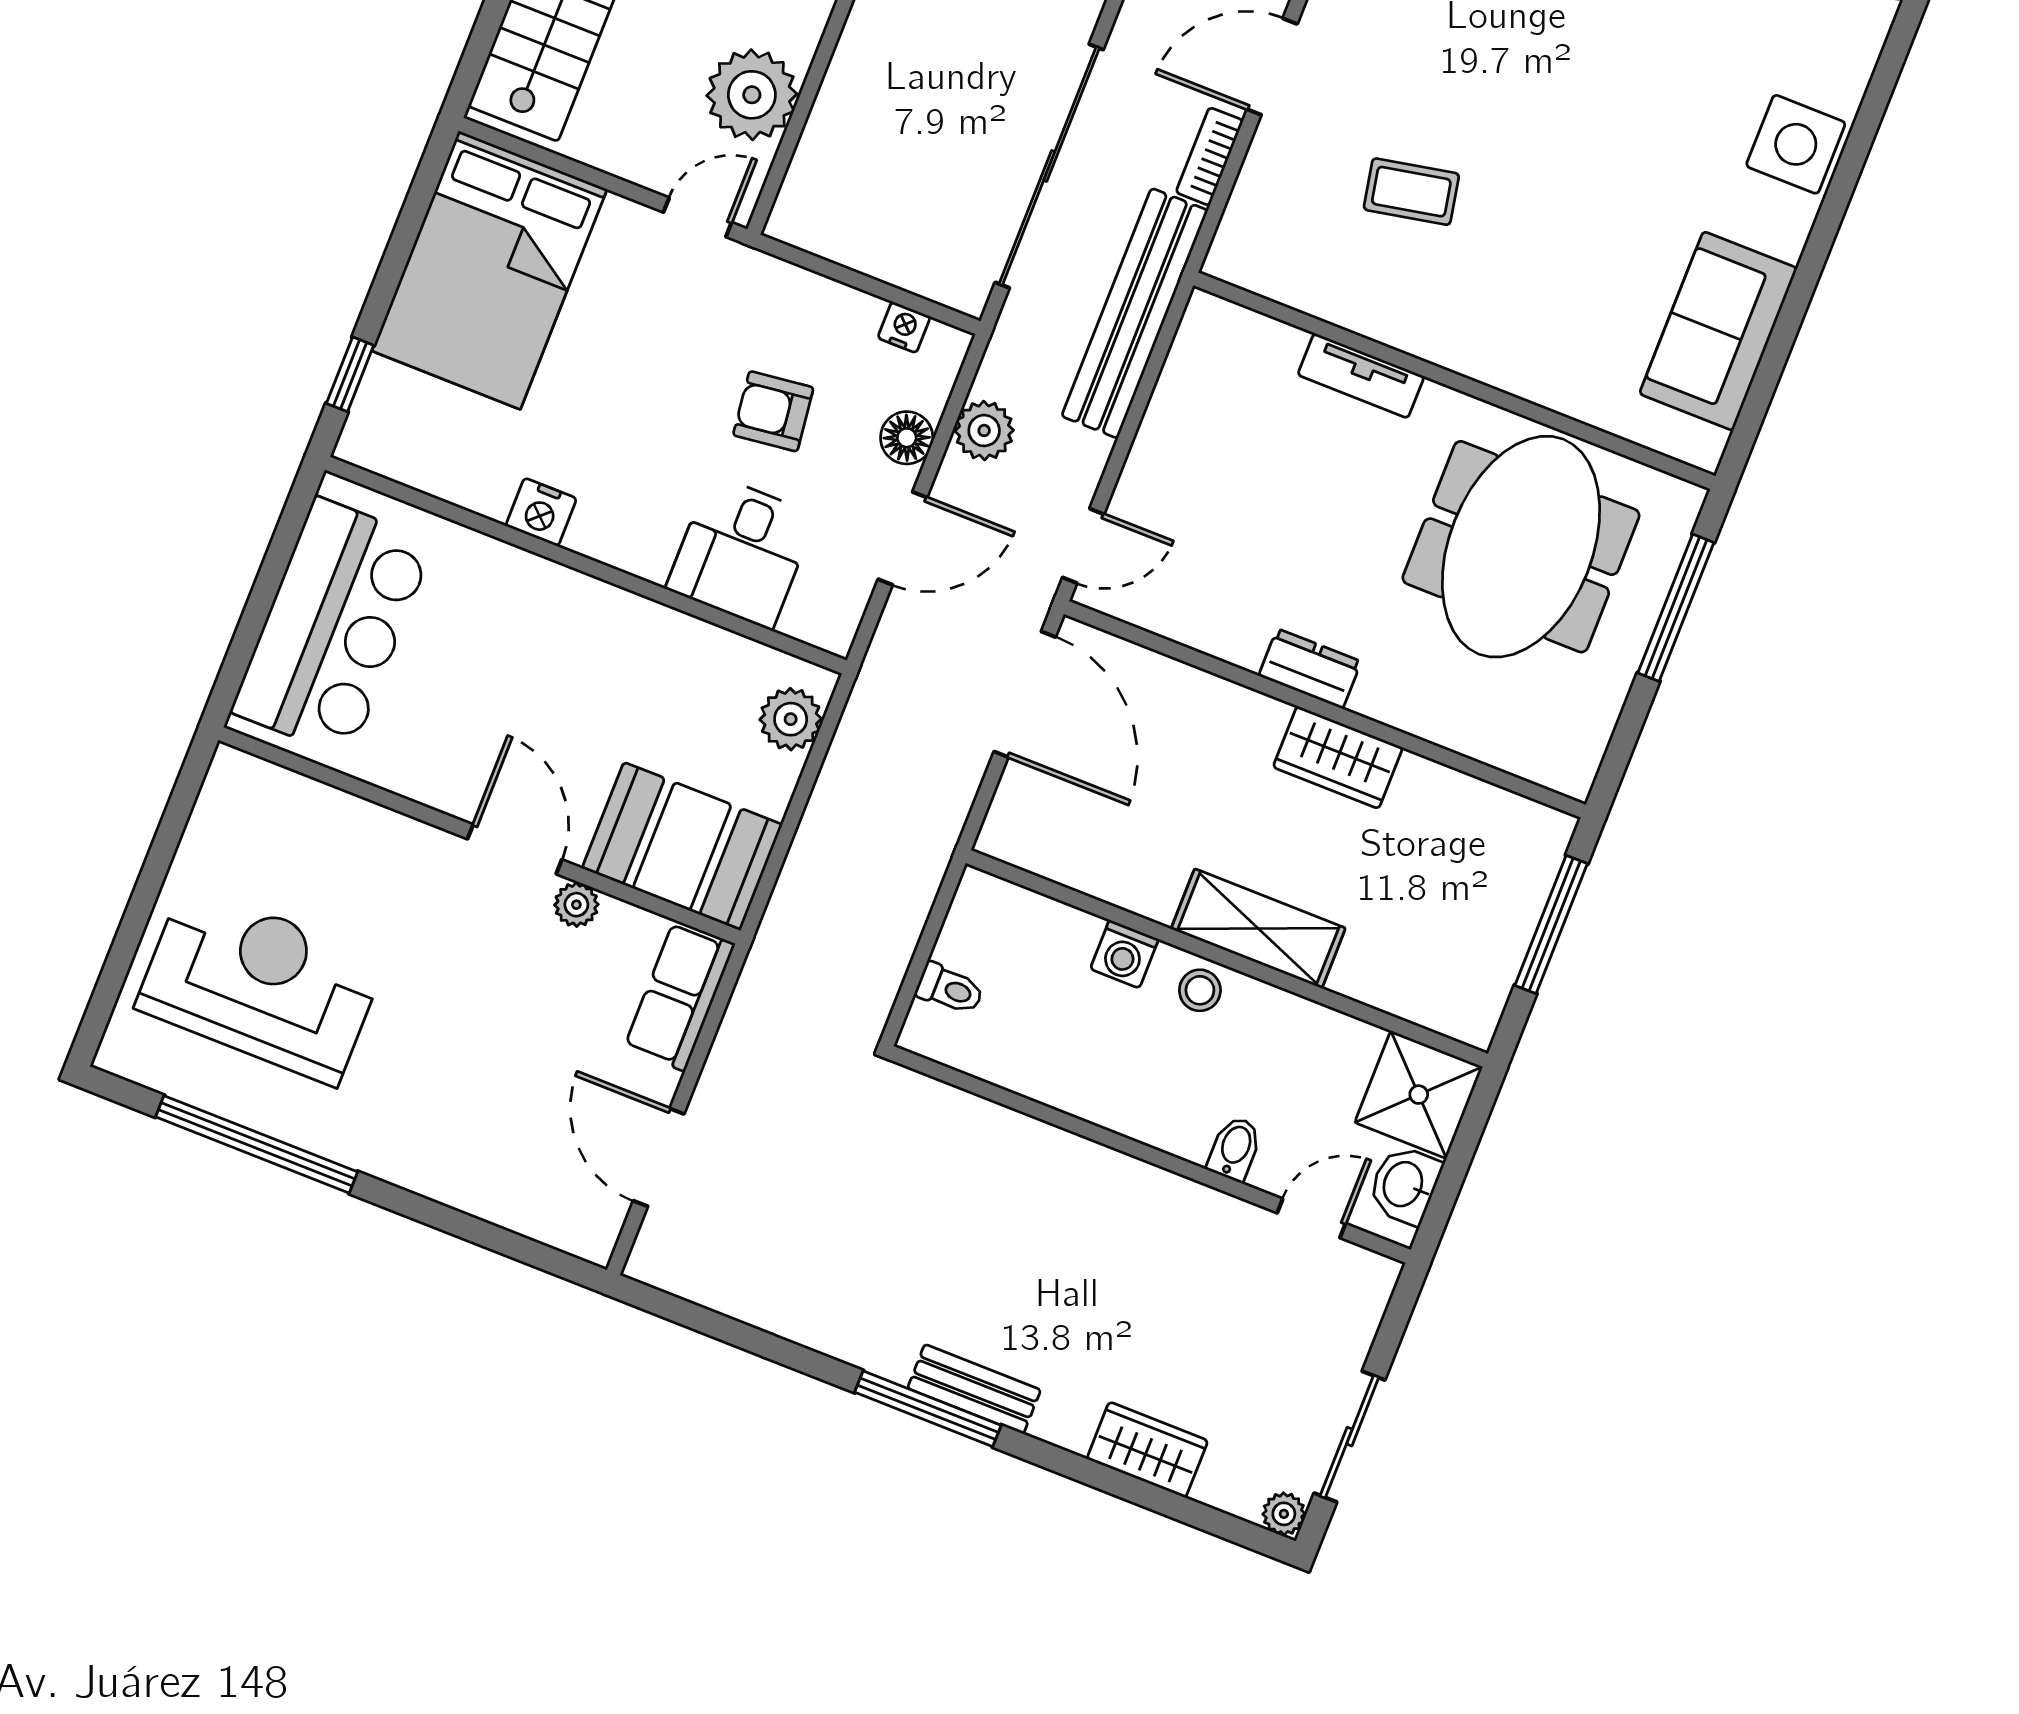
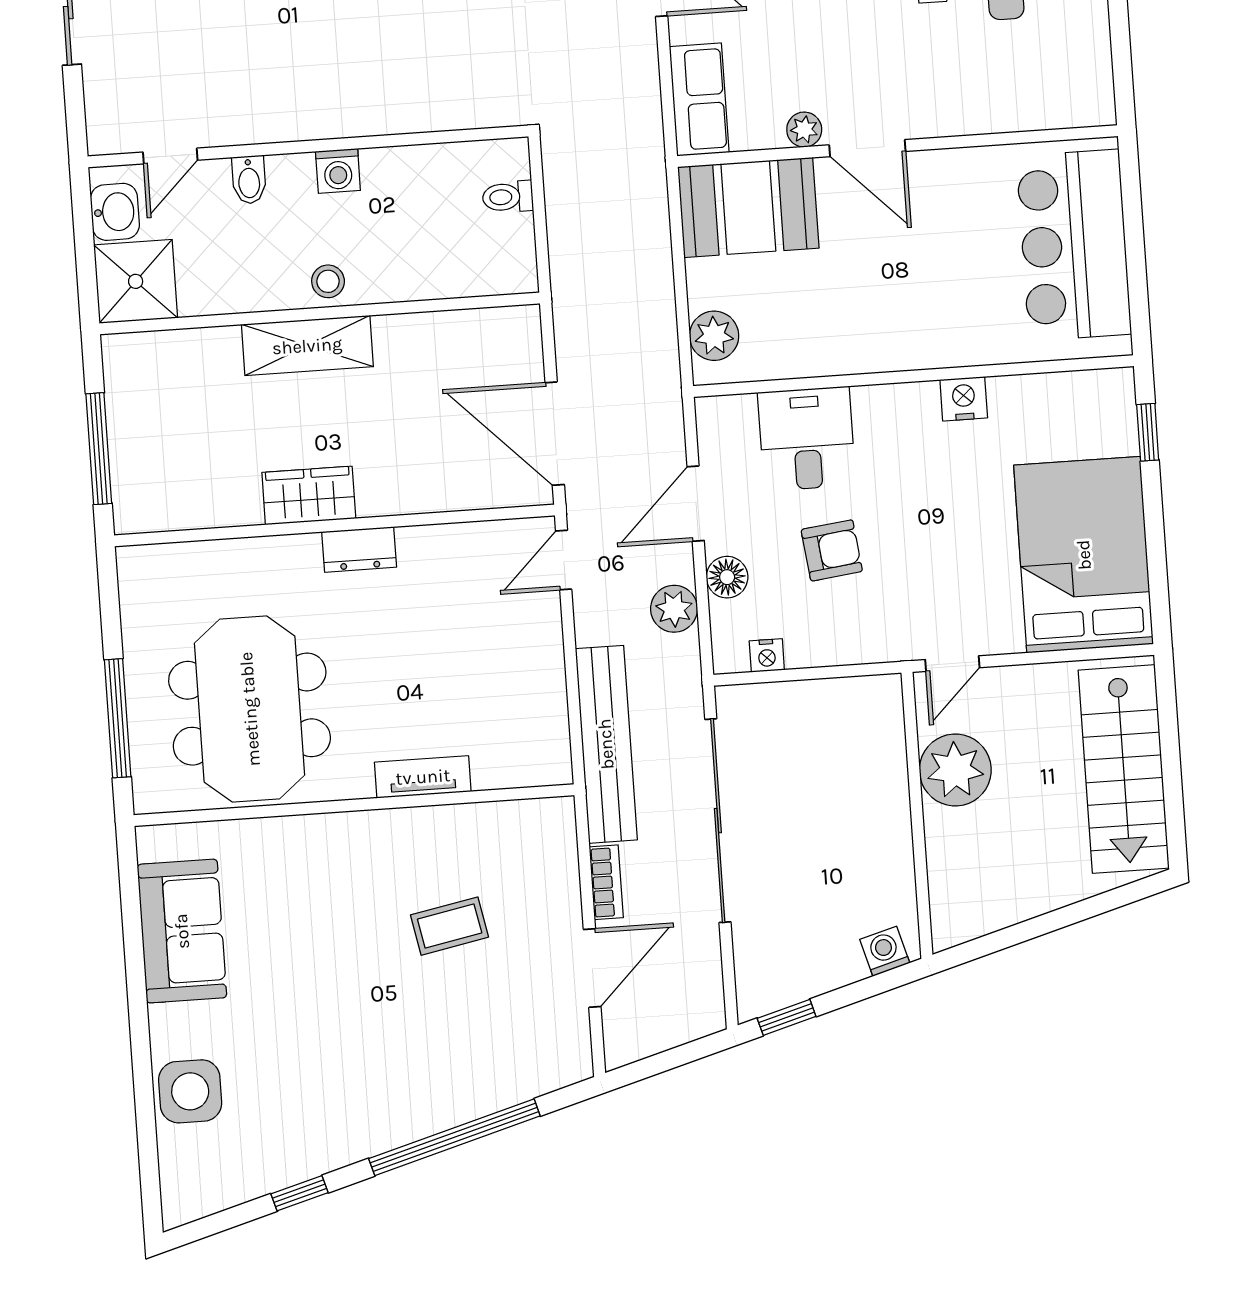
washing machine: (1124, 954) -> (338, 171), moved, turned 180

